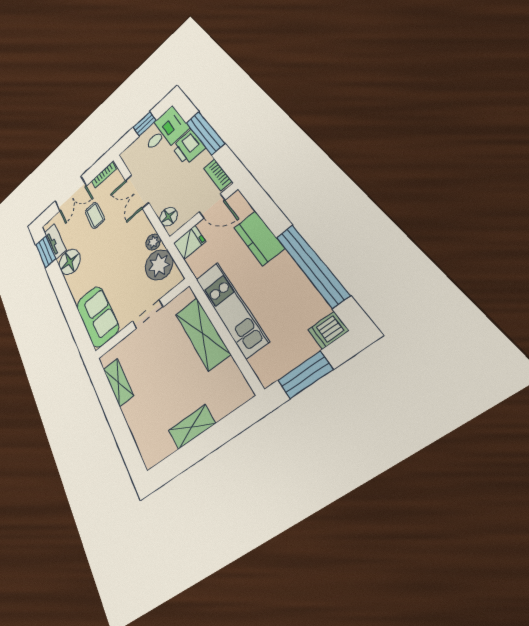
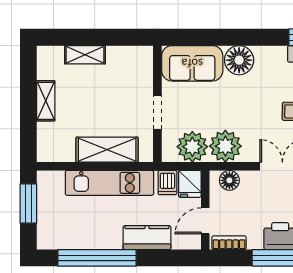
plant: (153, 242) -> (225, 146), width x1.88, depth x1.88
floor lamp: (70, 262) -> (239, 60), moved
dishwasher: (328, 330) -> (167, 183), moved, turned 180
shelving: (118, 382) -> (85, 55), moved

